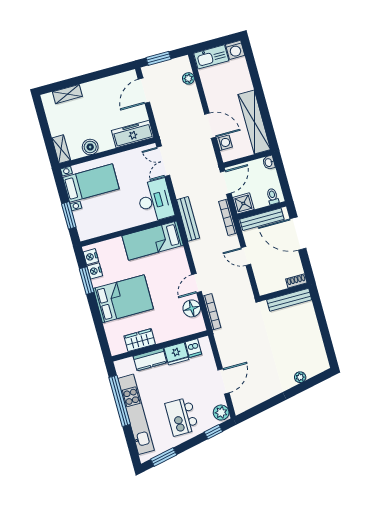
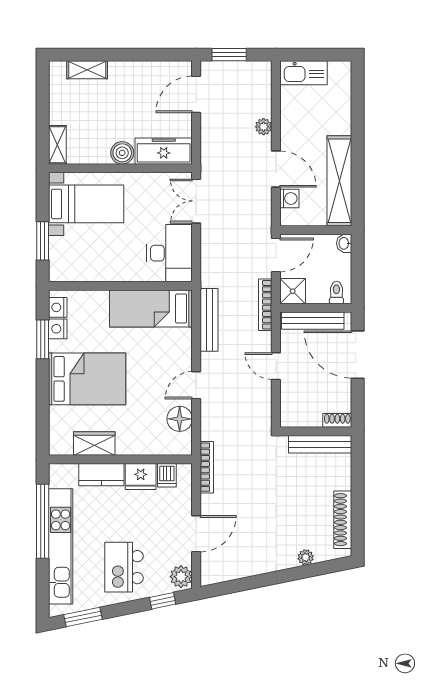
washing machine: (235, 50) -> (340, 72), removed
plant: (188, 78) -> (264, 127), moved
boiler: (90, 147) -> (122, 153), moved
bench: (188, 219) -> (209, 320), moved
bookcase: (212, 312) -> (207, 467), moved
shoe rack: (318, 346) -> (343, 520), added

